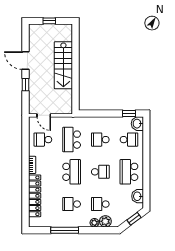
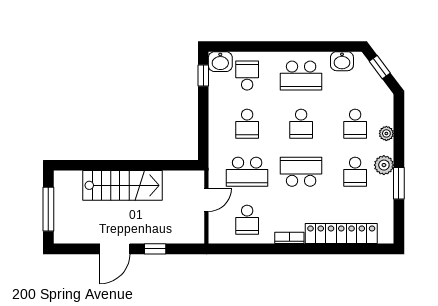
window: (49, 21) -> (48, 209), width x2.17
door: (44, 115) -> (206, 200), moved
school desk: (100, 172) -> (301, 124), turned 180
plant: (105, 221) -> (384, 165), moved
window: (65, 230) -> (399, 183), width x0.69

